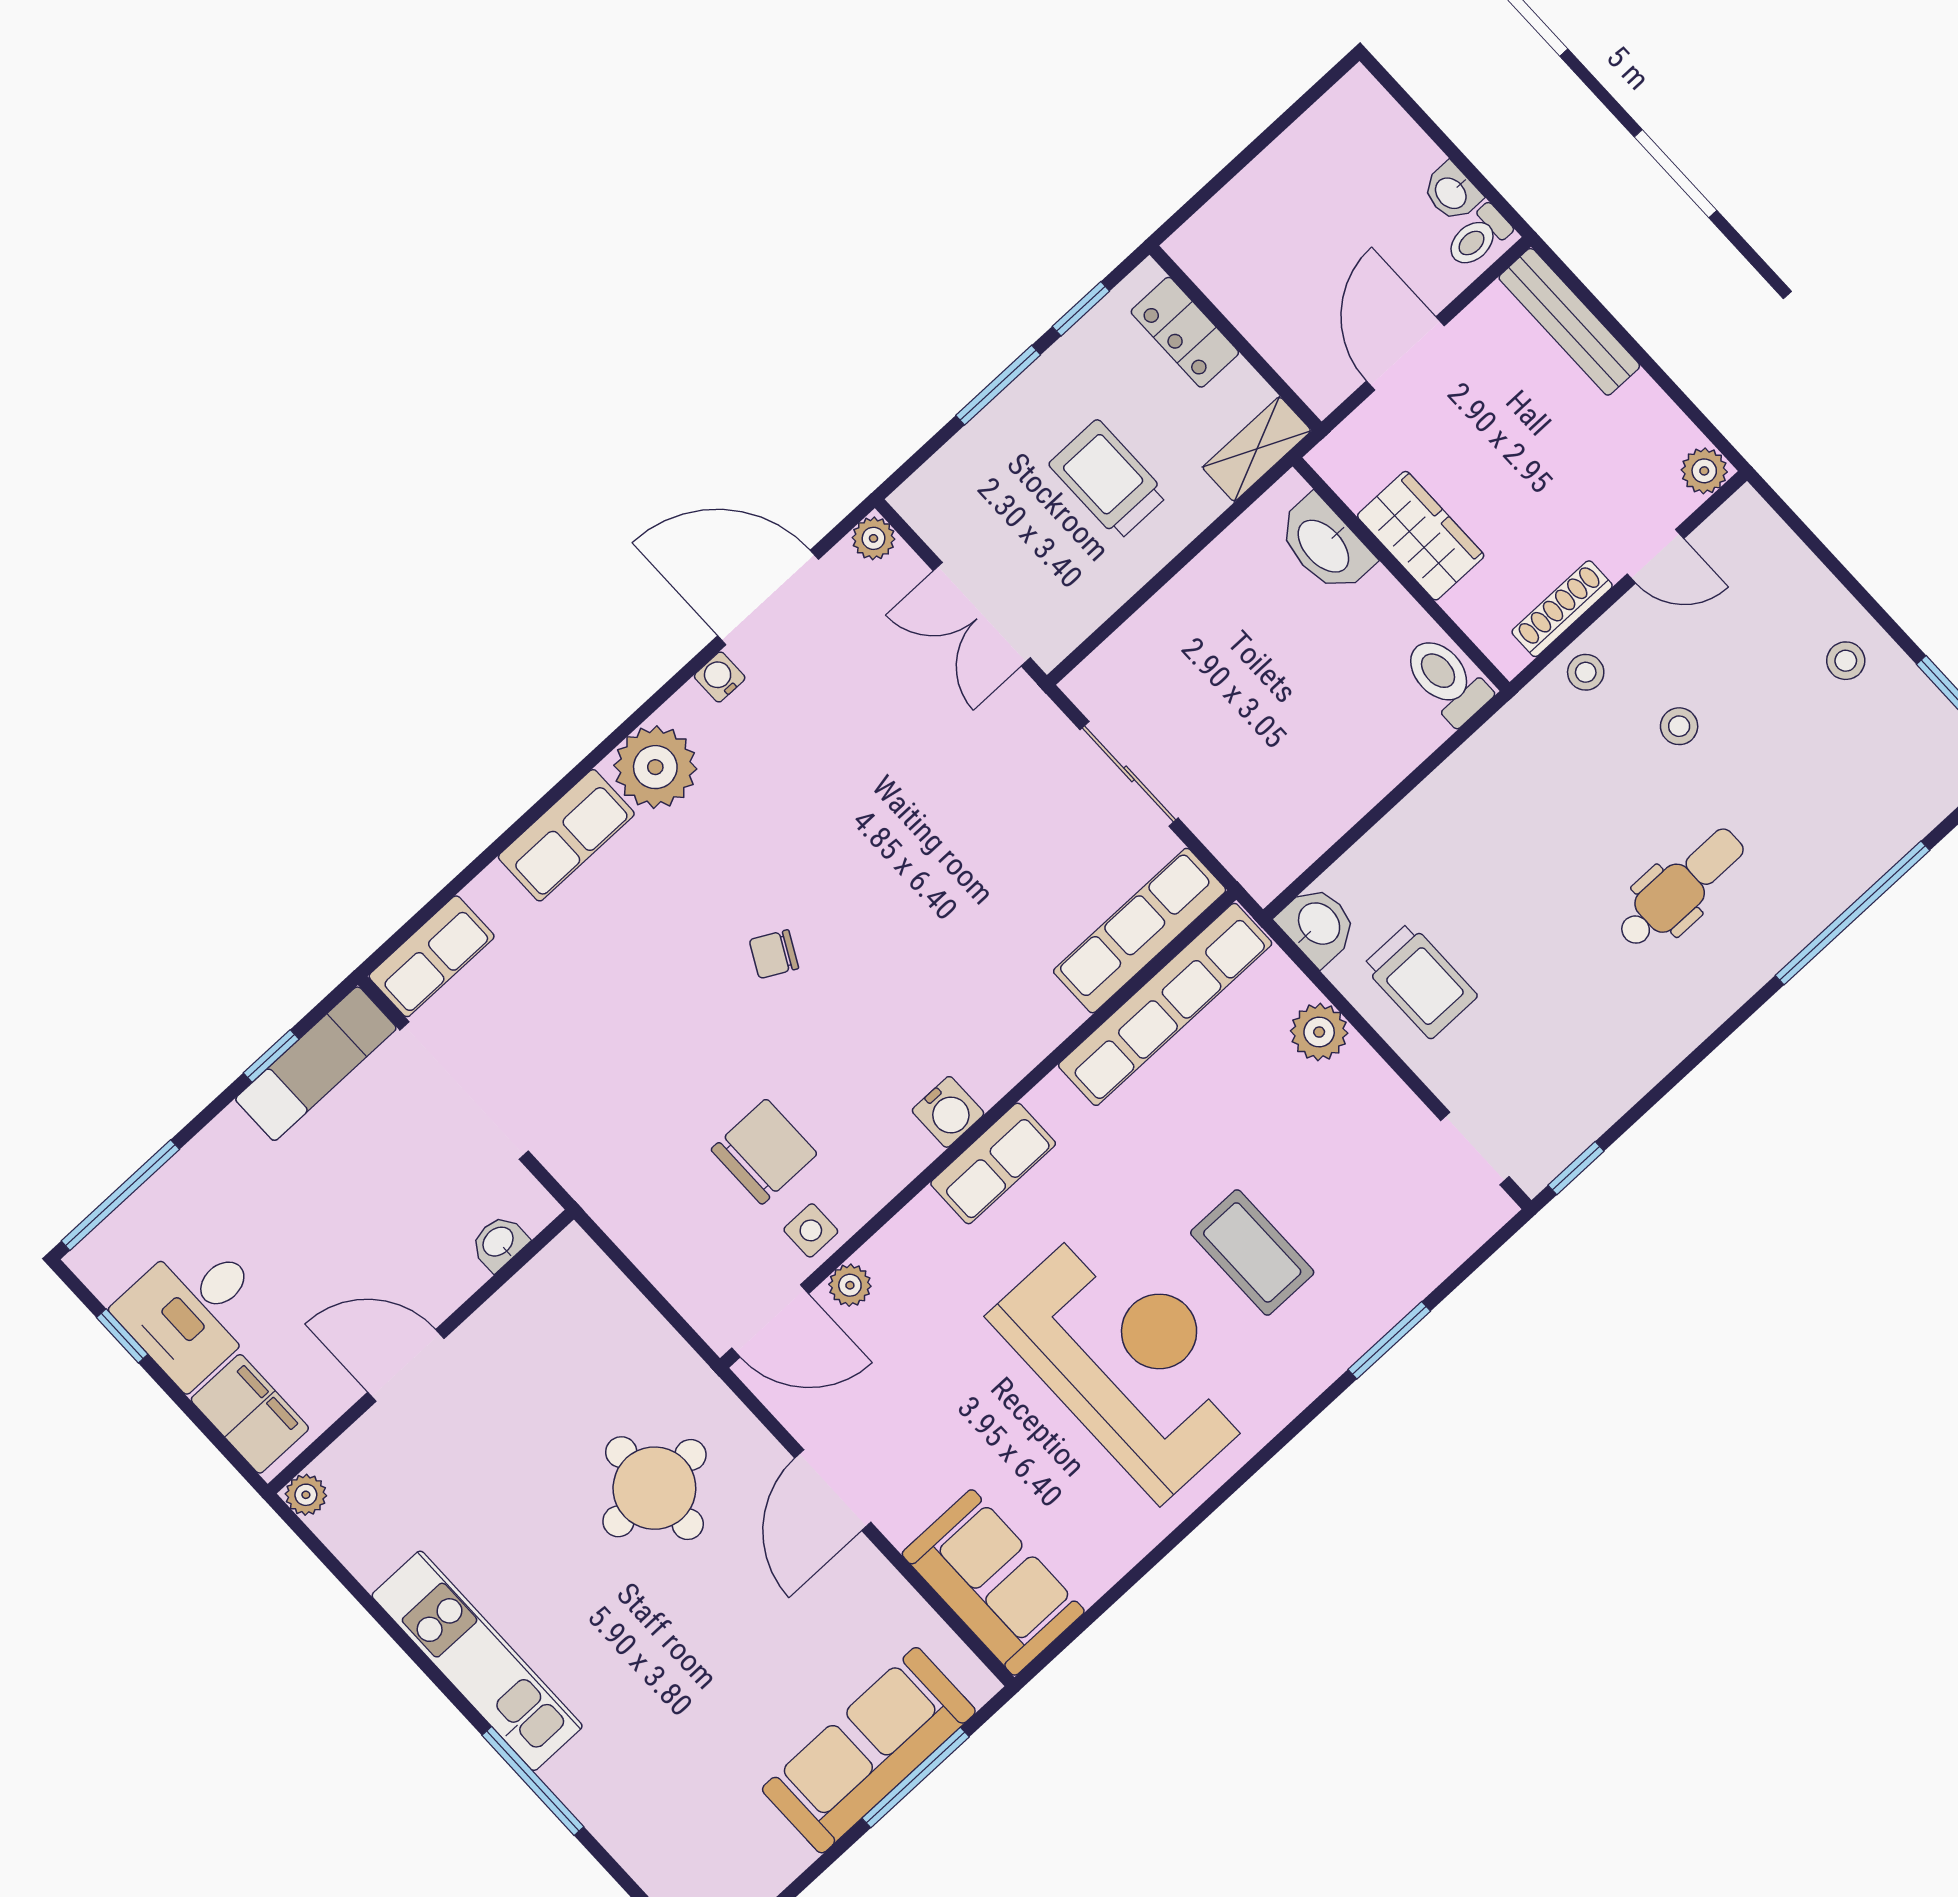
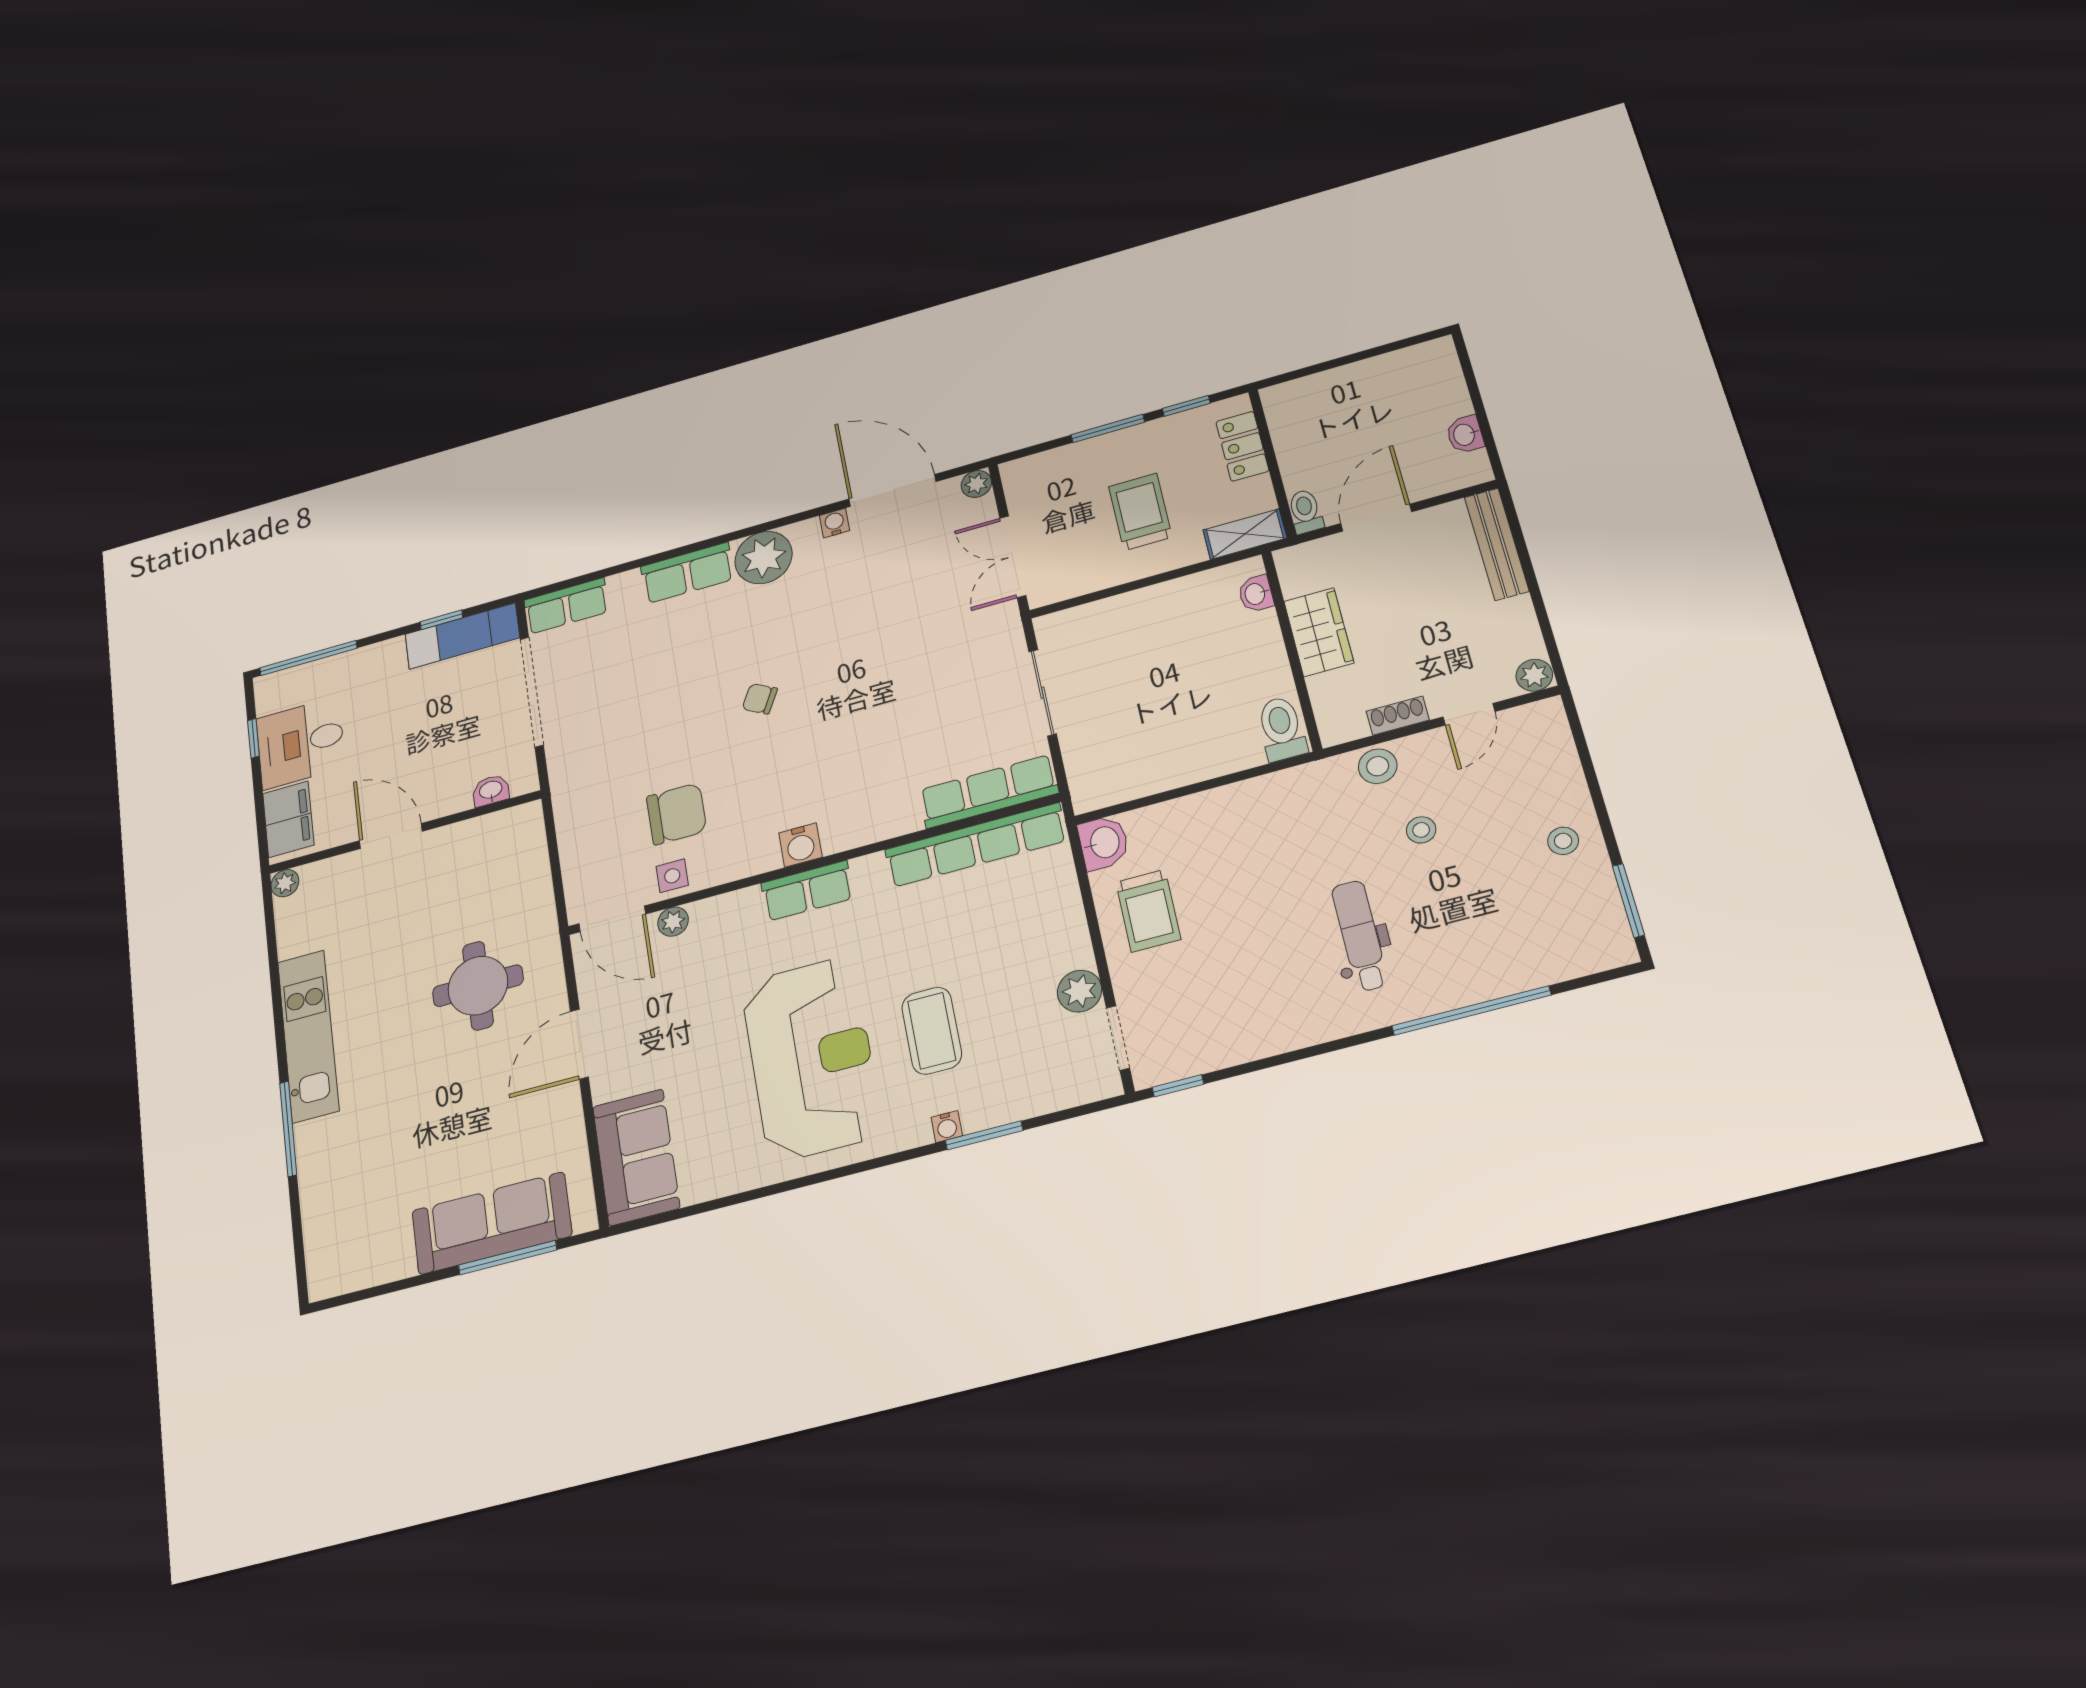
toilet: (1478, 237) -> (1305, 511), moved, turned 90
washbasin: (1325, 545) -> (1256, 594), width x0.52, depth x0.69
door: (1655, 556) -> (1469, 714), hinge flipped
shoe rack: (1562, 609) -> (1398, 716), width x0.70
stool: (1586, 672) -> (1378, 766), width x1.37, depth x1.37
dental chair: (1681, 888) -> (1360, 936), turned -90
plant: (1319, 1032) -> (1080, 991), moved
water cooler: (1340, 1353) -> (947, 1126), added

